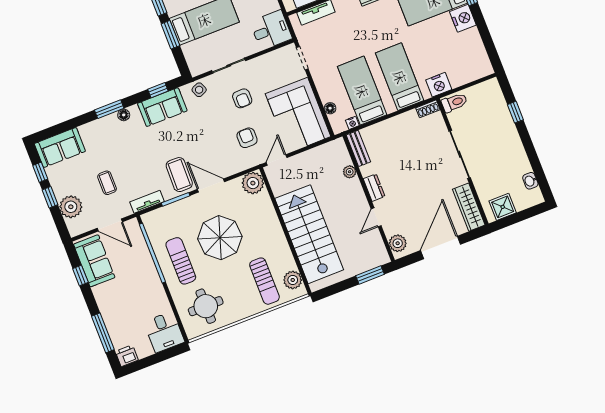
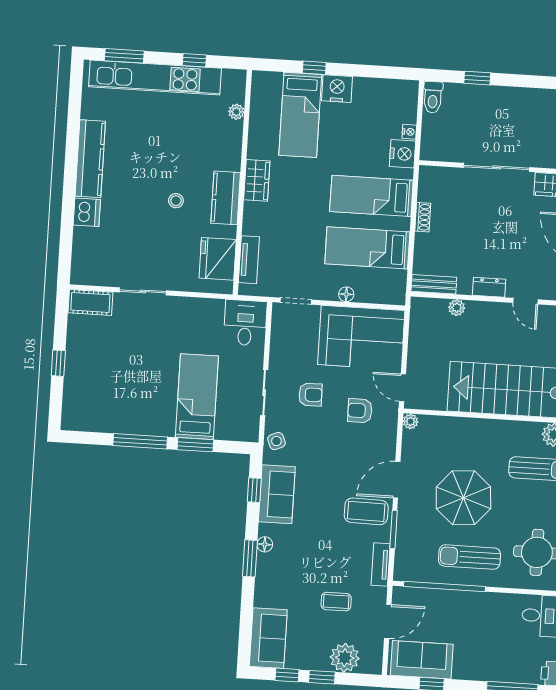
toilet: (454, 103) -> (433, 97), moved, turned 180
floor lamp: (330, 108) -> (346, 294), moved
shoe rack: (428, 109) -> (423, 217), moved
nightstand: (352, 123) -> (409, 132), moved
plant: (253, 183) -> (411, 421), width x0.53, depth x0.53

